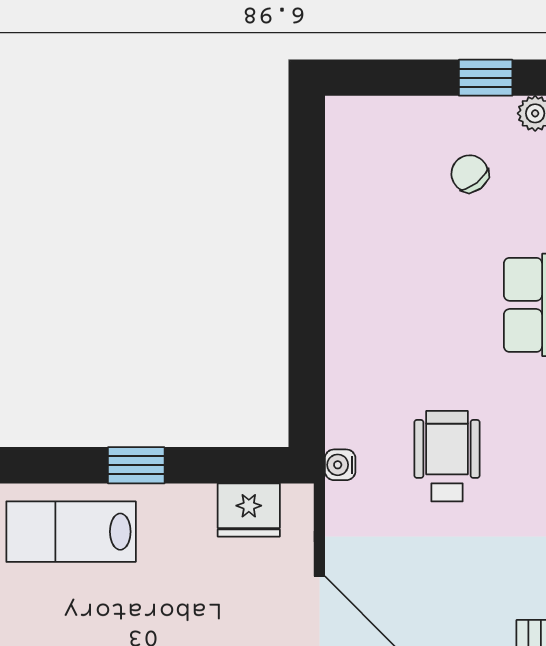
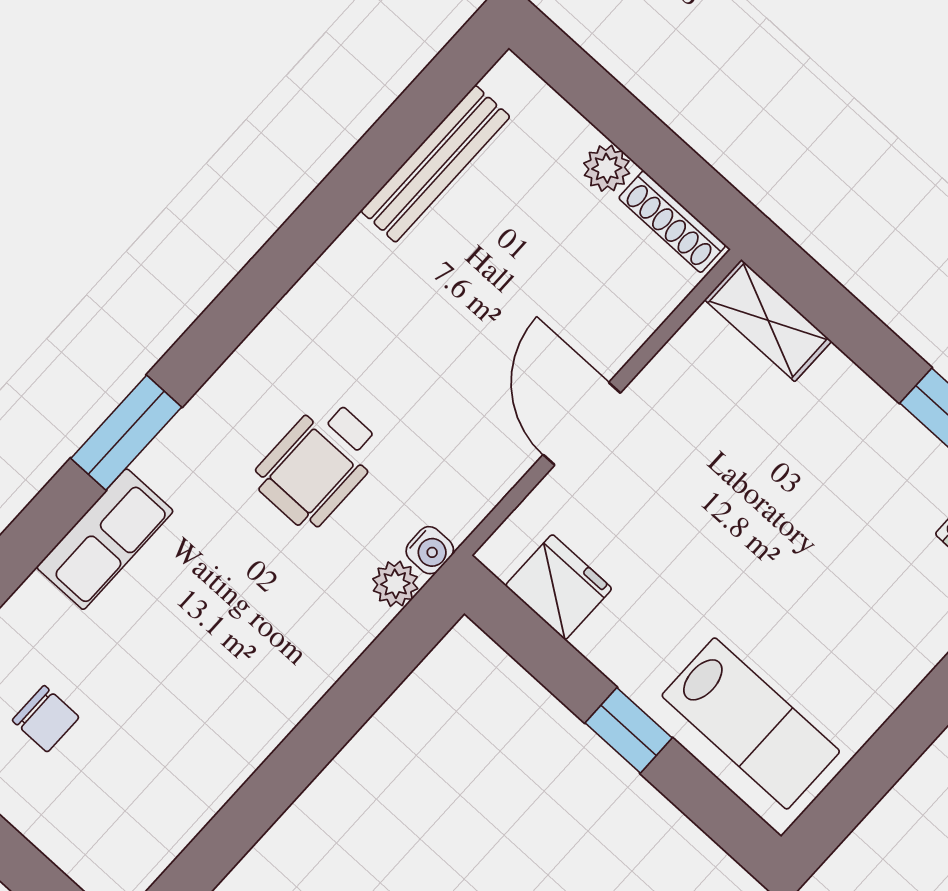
chair: (470, 174) -> (46, 719), turned -52
plant: (342, 428) -> (395, 584), added

